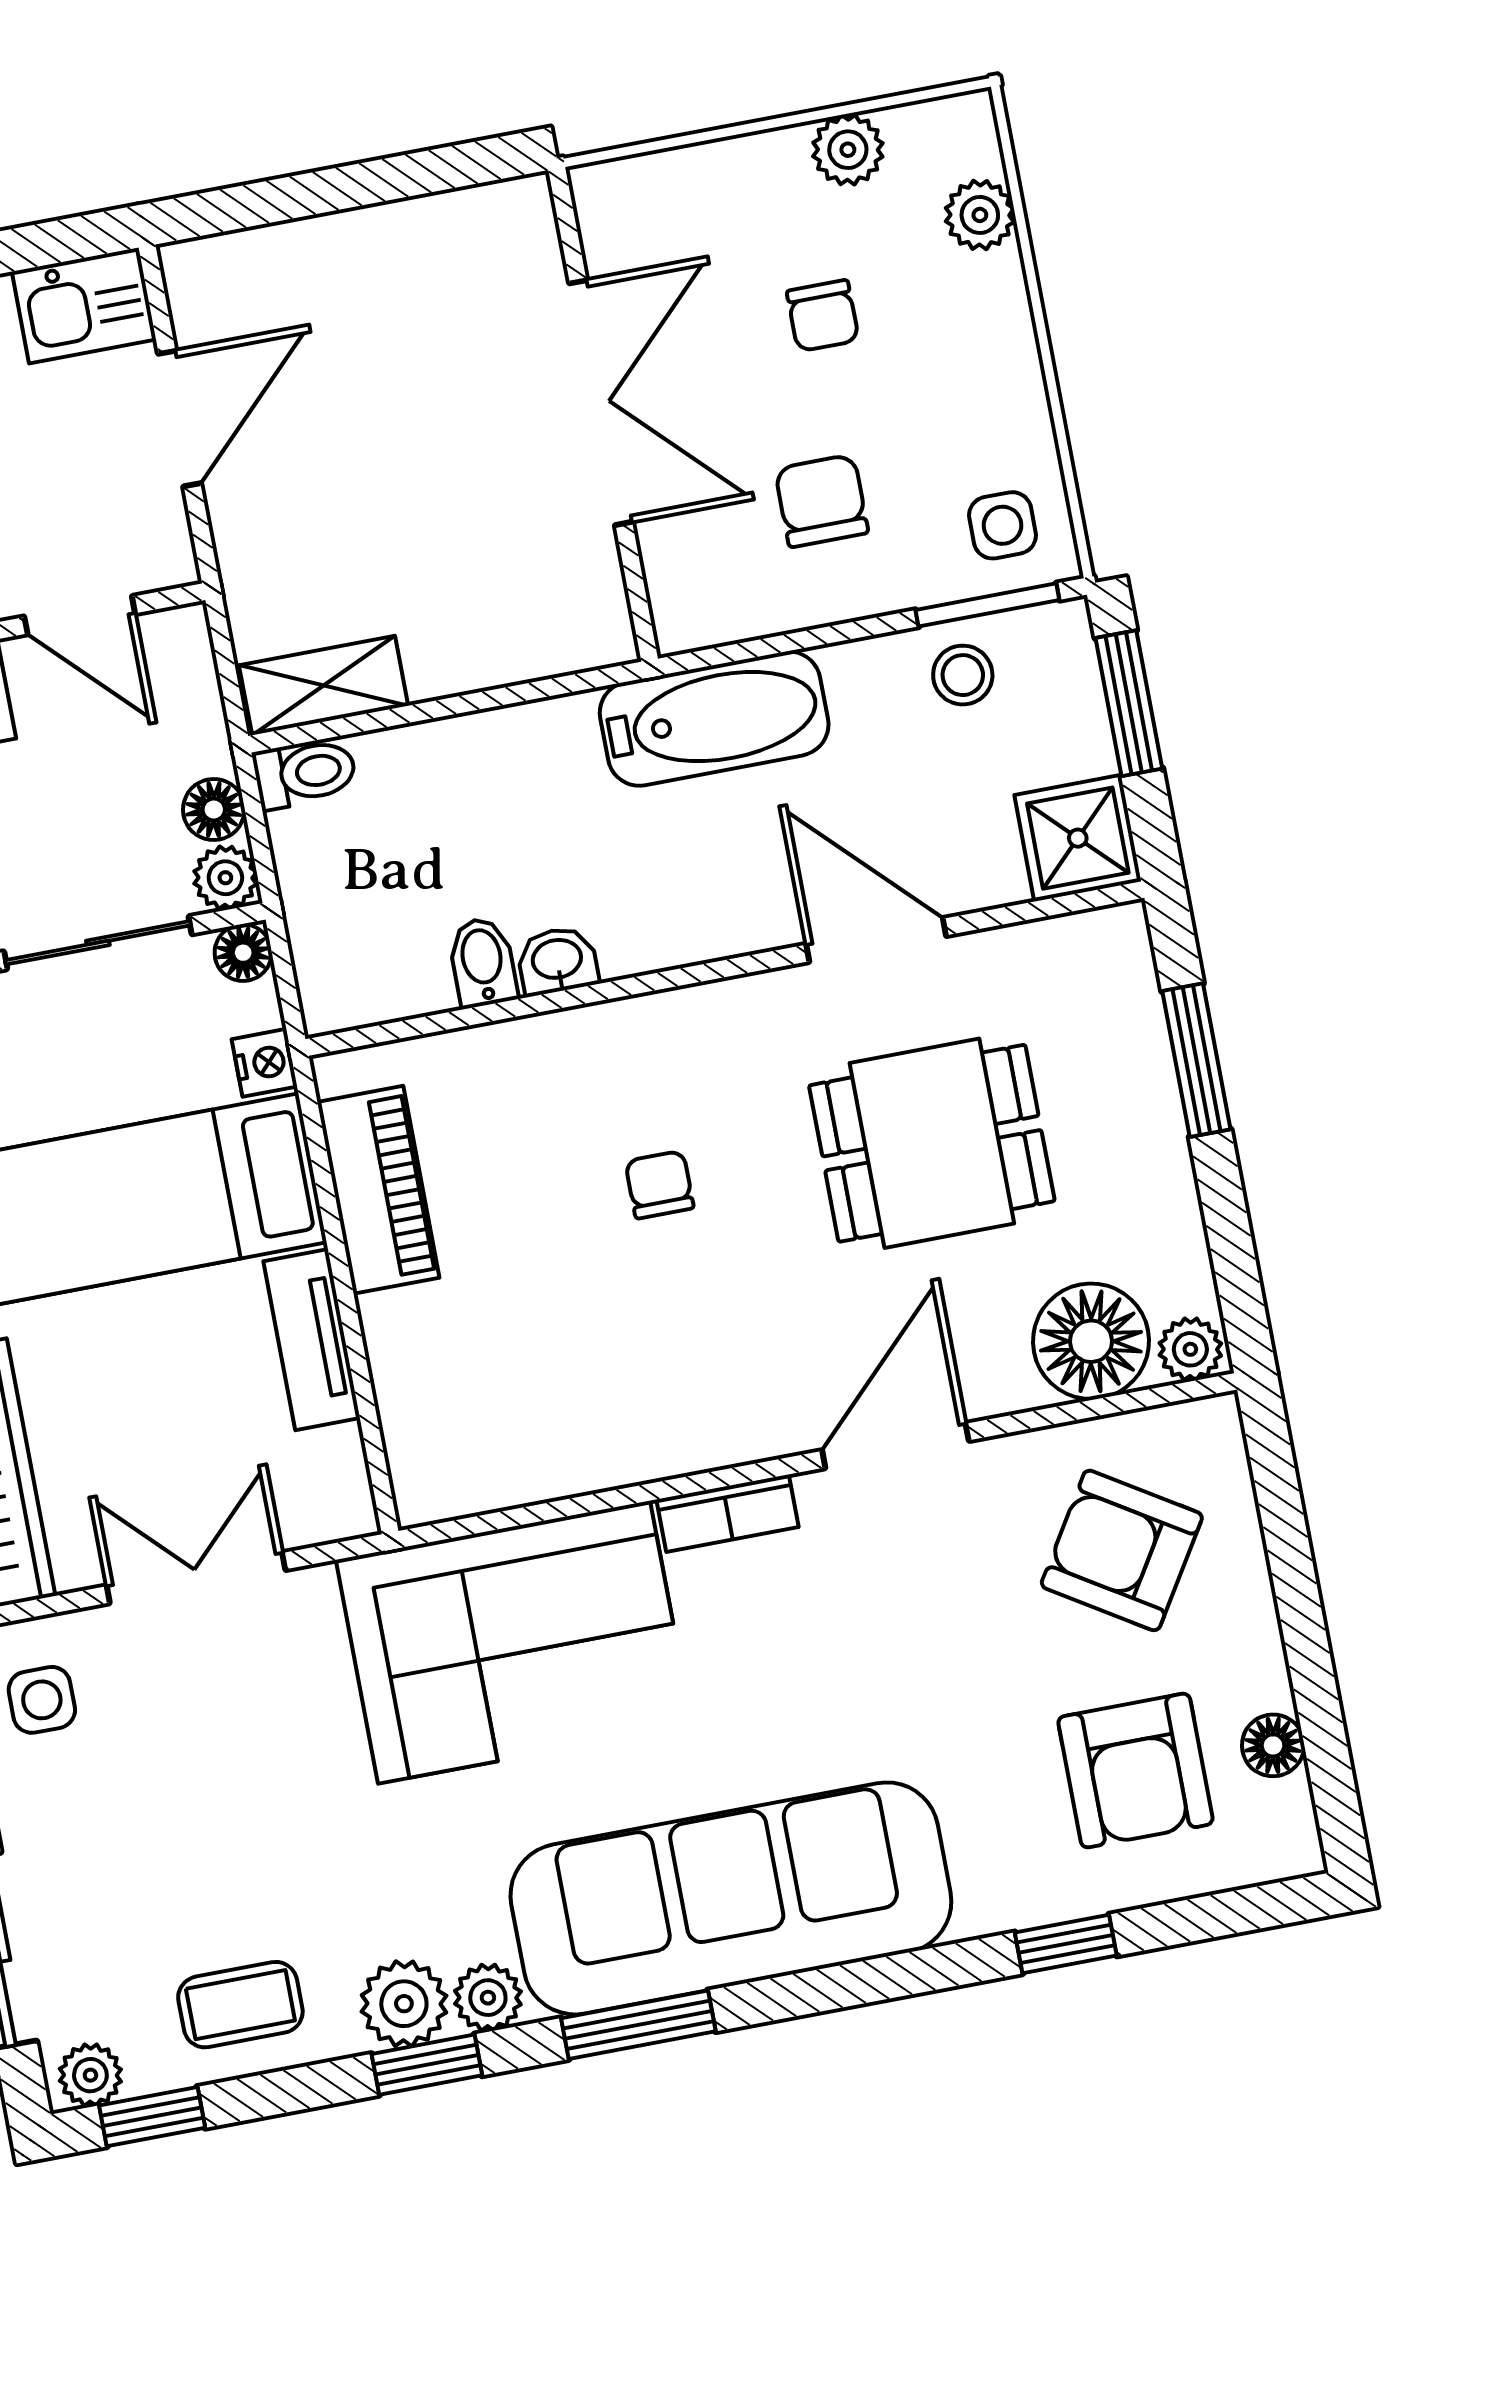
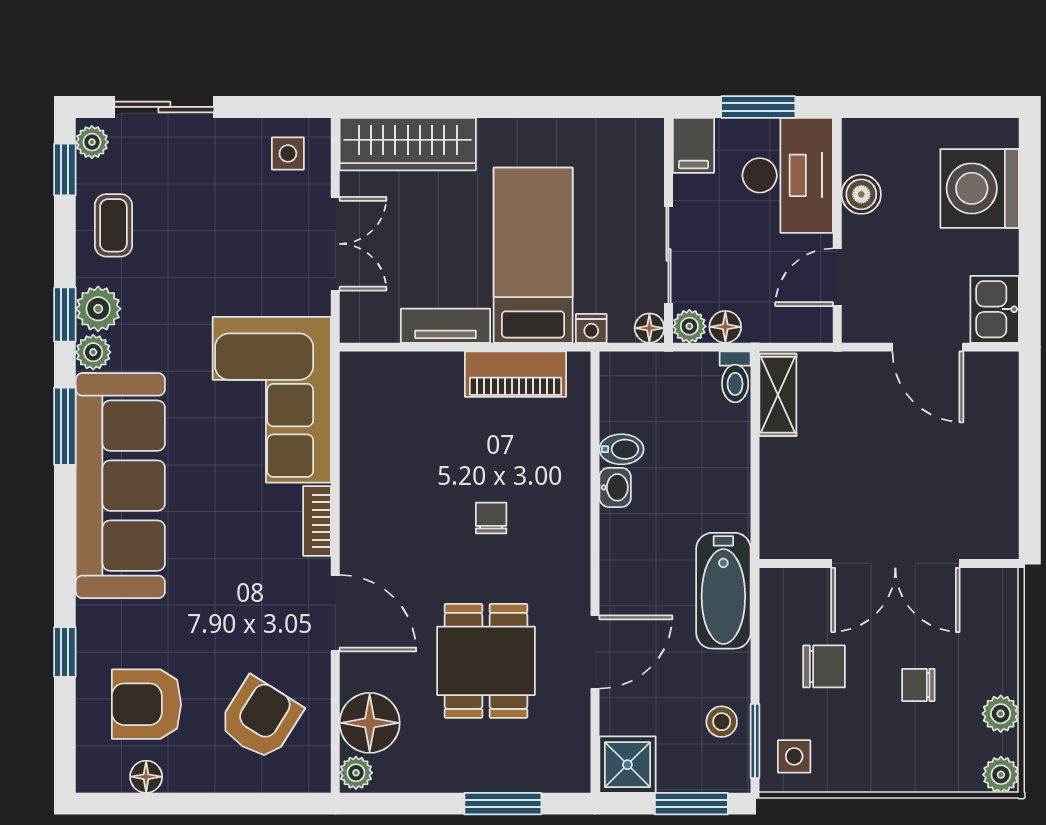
plant: (980, 215) -> (1001, 775), moved
chair: (659, 1185) -> (491, 518), turned -90

